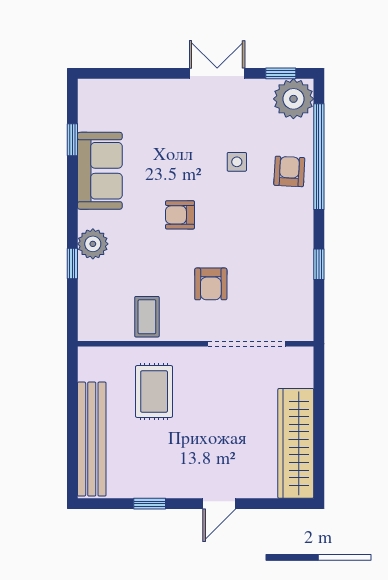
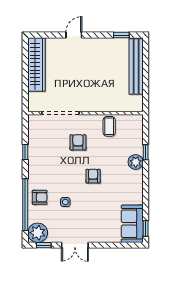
window: (72, 140) -> (146, 228), moved
sofa: (100, 171) -> (132, 224), moved
armchair: (289, 171) -> (40, 197), turned -93
armchair: (180, 215) -> (93, 176), turned -90
rug: (154, 391) -> (106, 90), removed
window: (150, 504) -> (121, 35), moved

